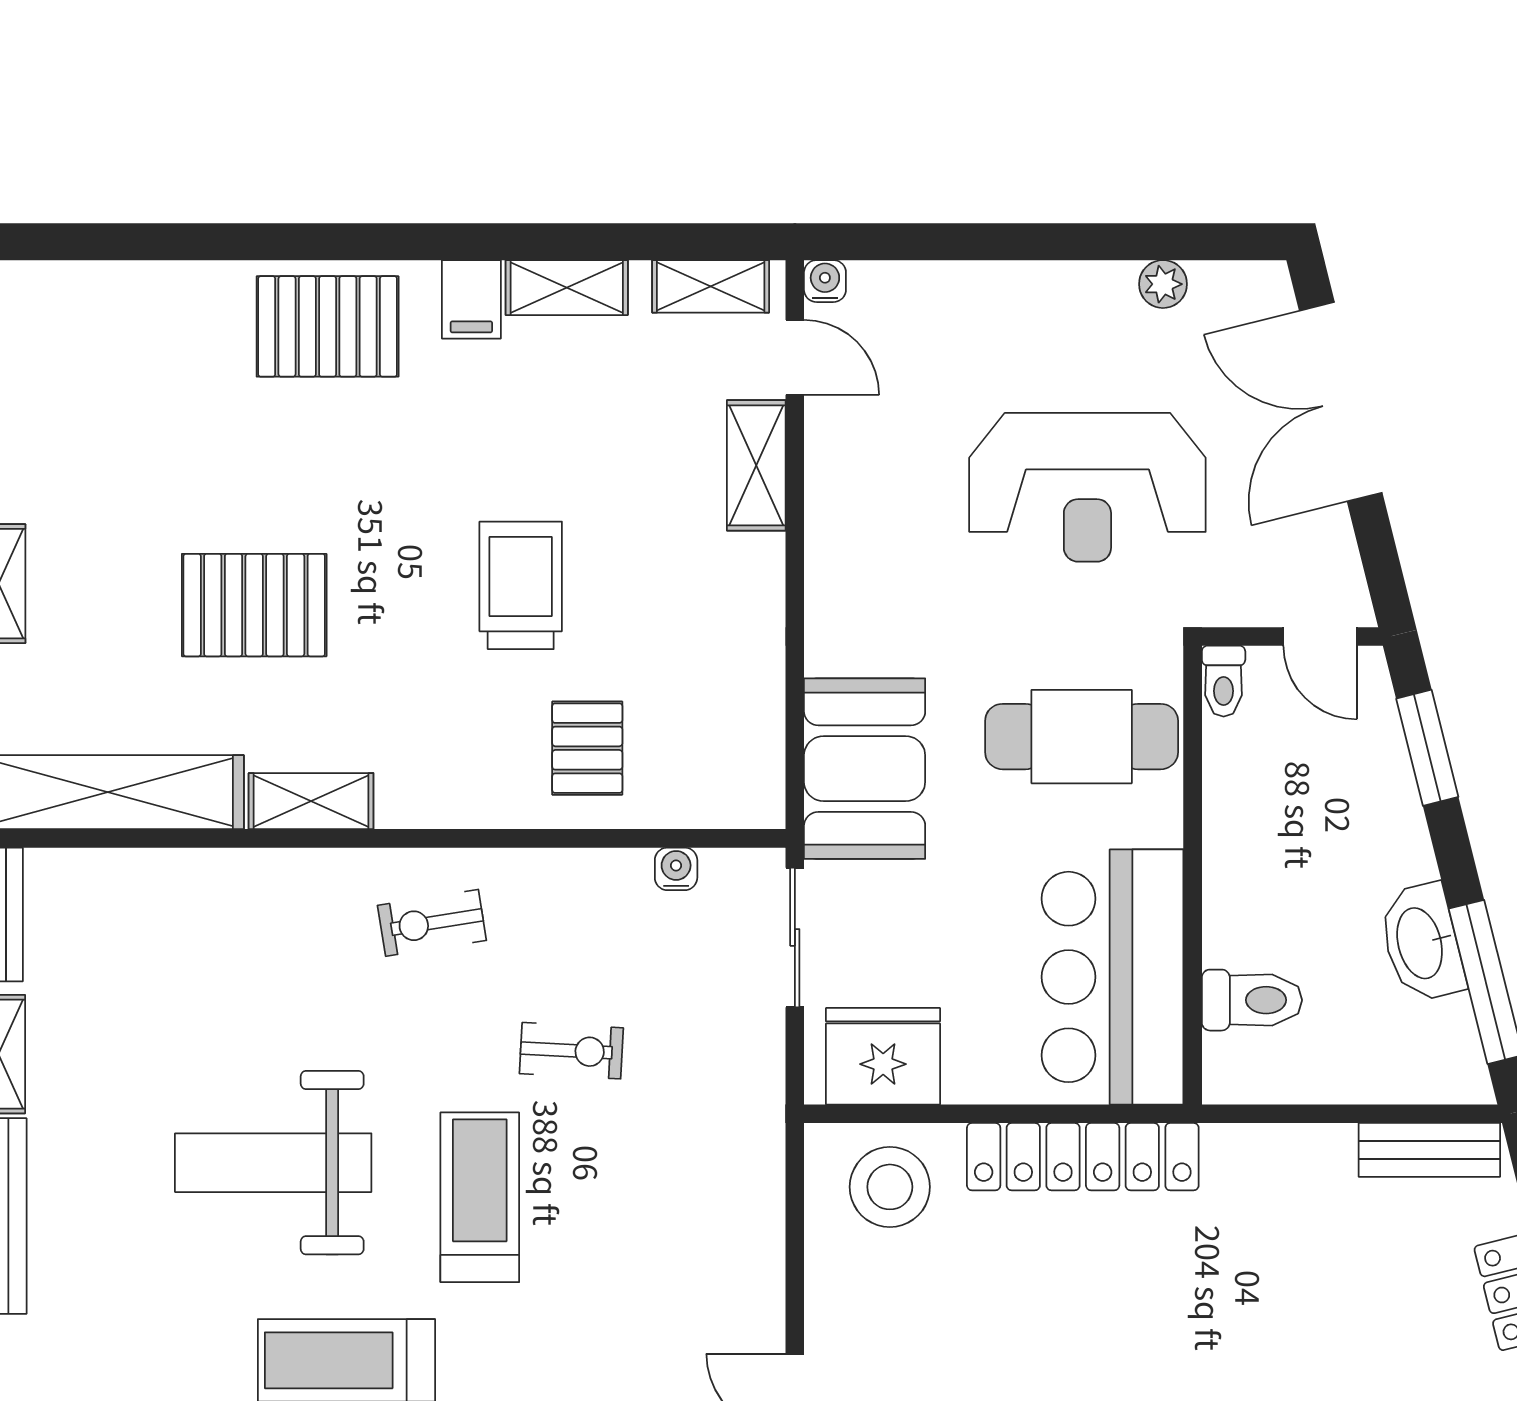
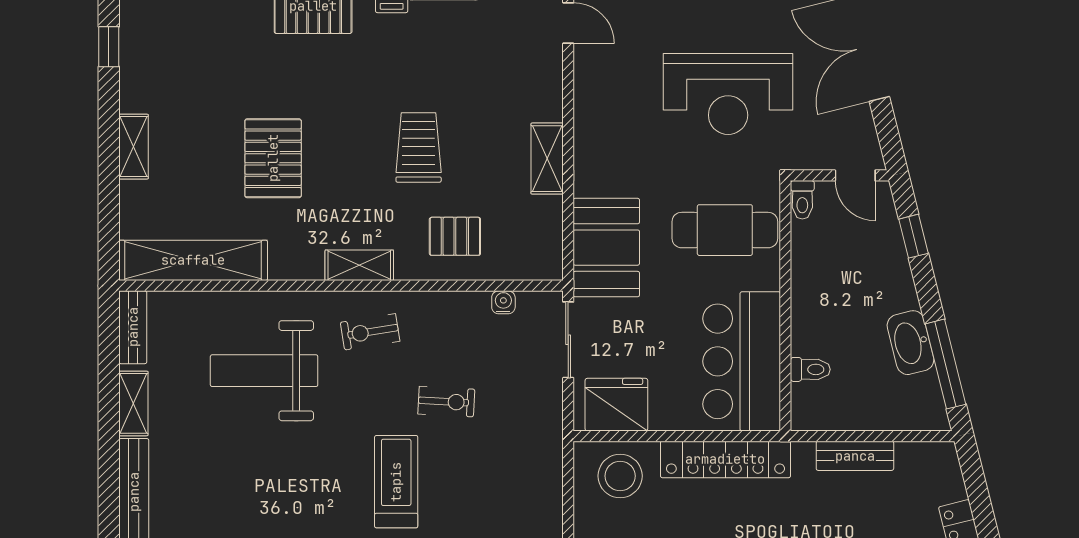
shelving: (756, 465) -> (547, 159), moved
pallet: (254, 605) -> (273, 158), turned 90
pallet: (587, 748) -> (455, 236), turned 90
window: (1427, 748) -> (914, 236), width x0.67
shelving: (311, 801) -> (359, 265), moved
toilet: (1252, 1000) -> (810, 369), width x0.73, depth x0.72
bench: (1429, 1150) -> (855, 456), moved
weight bench: (273, 1163) -> (264, 371), moved

